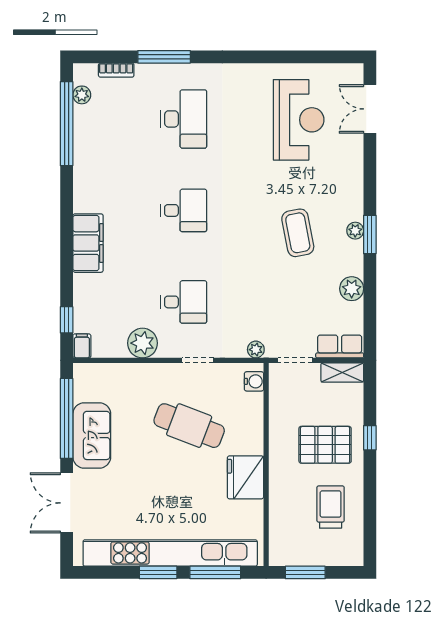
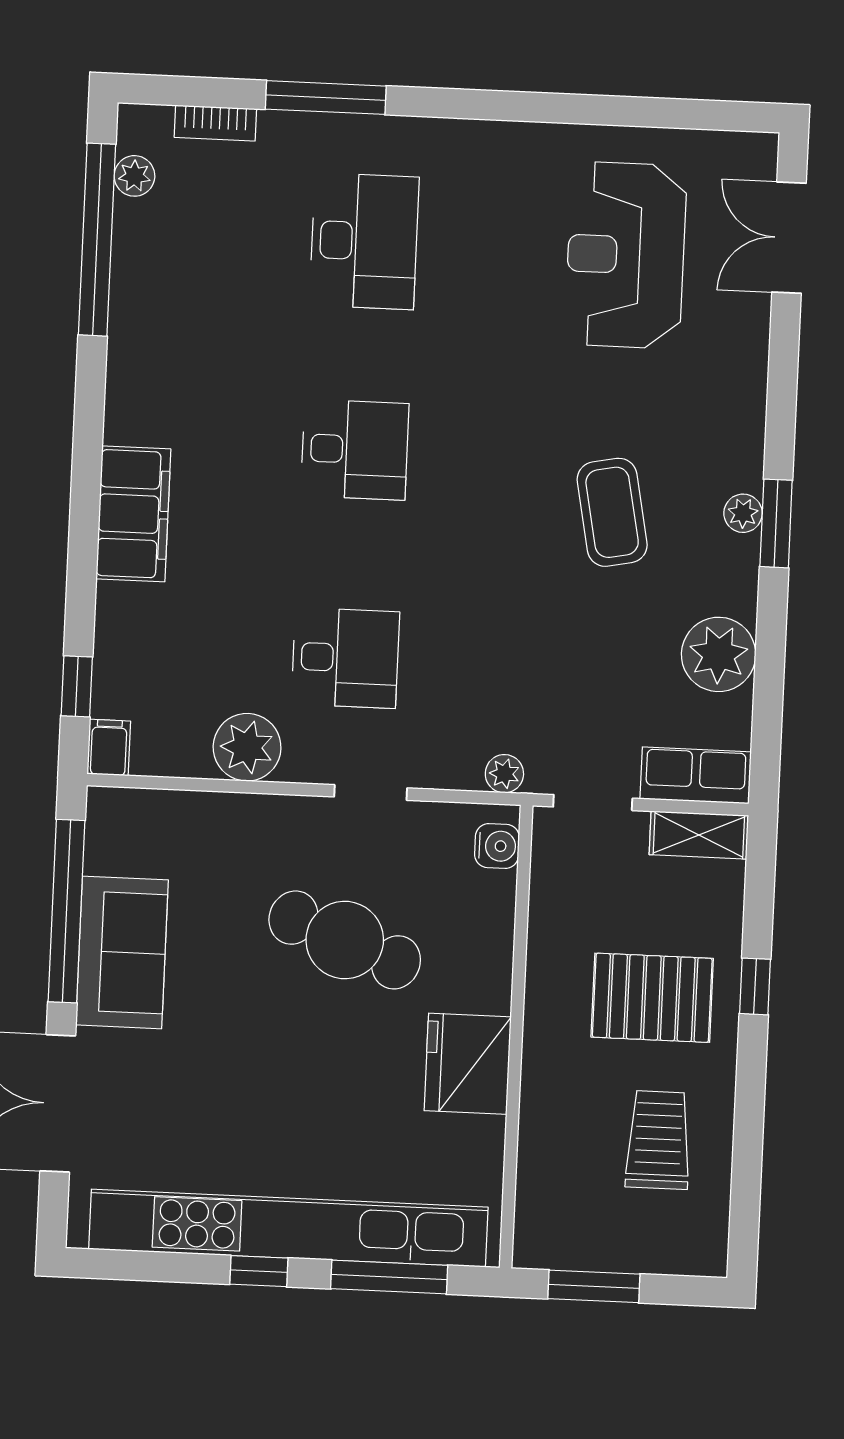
reception desk: (299, 120) -> (626, 255), turned 180
plant: (352, 289) -> (719, 654), width x1.36, depth x1.36
window: (158, 572) -> (259, 1271), width x0.67

